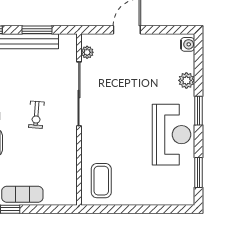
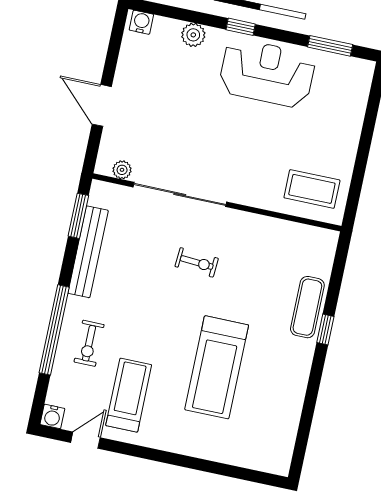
window: (37, 30) -> (78, 216), moved
window: (198, 111) -> (241, 27), width x0.67

